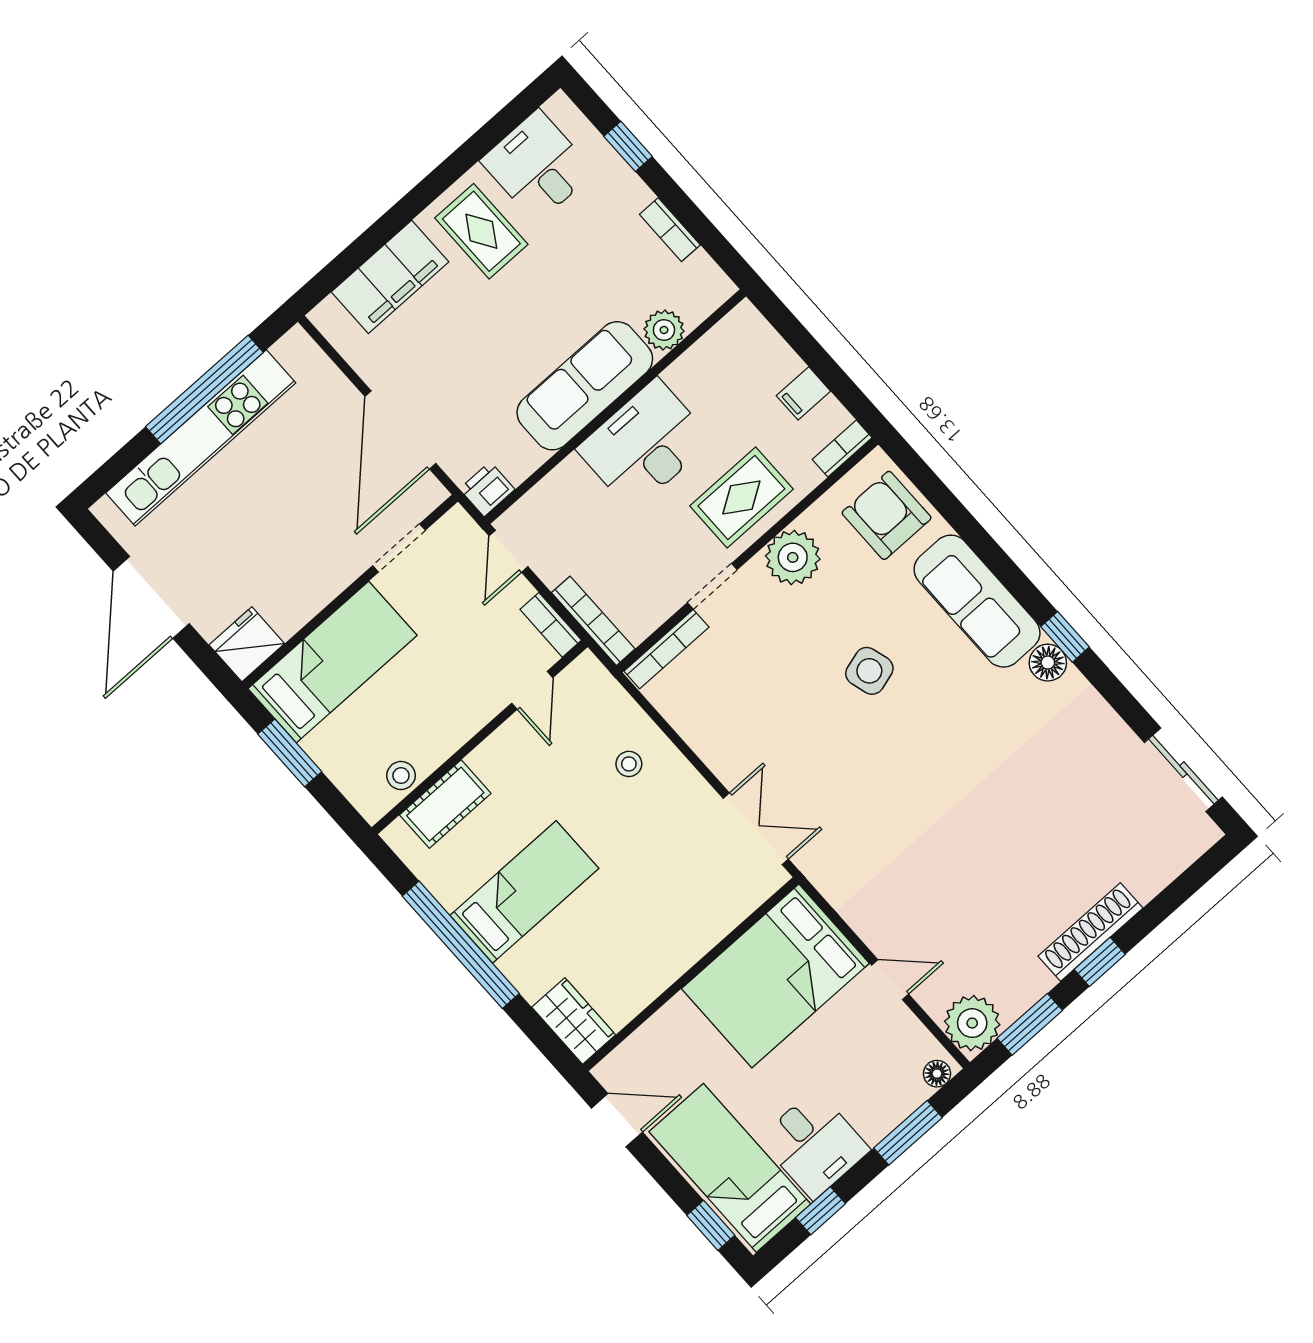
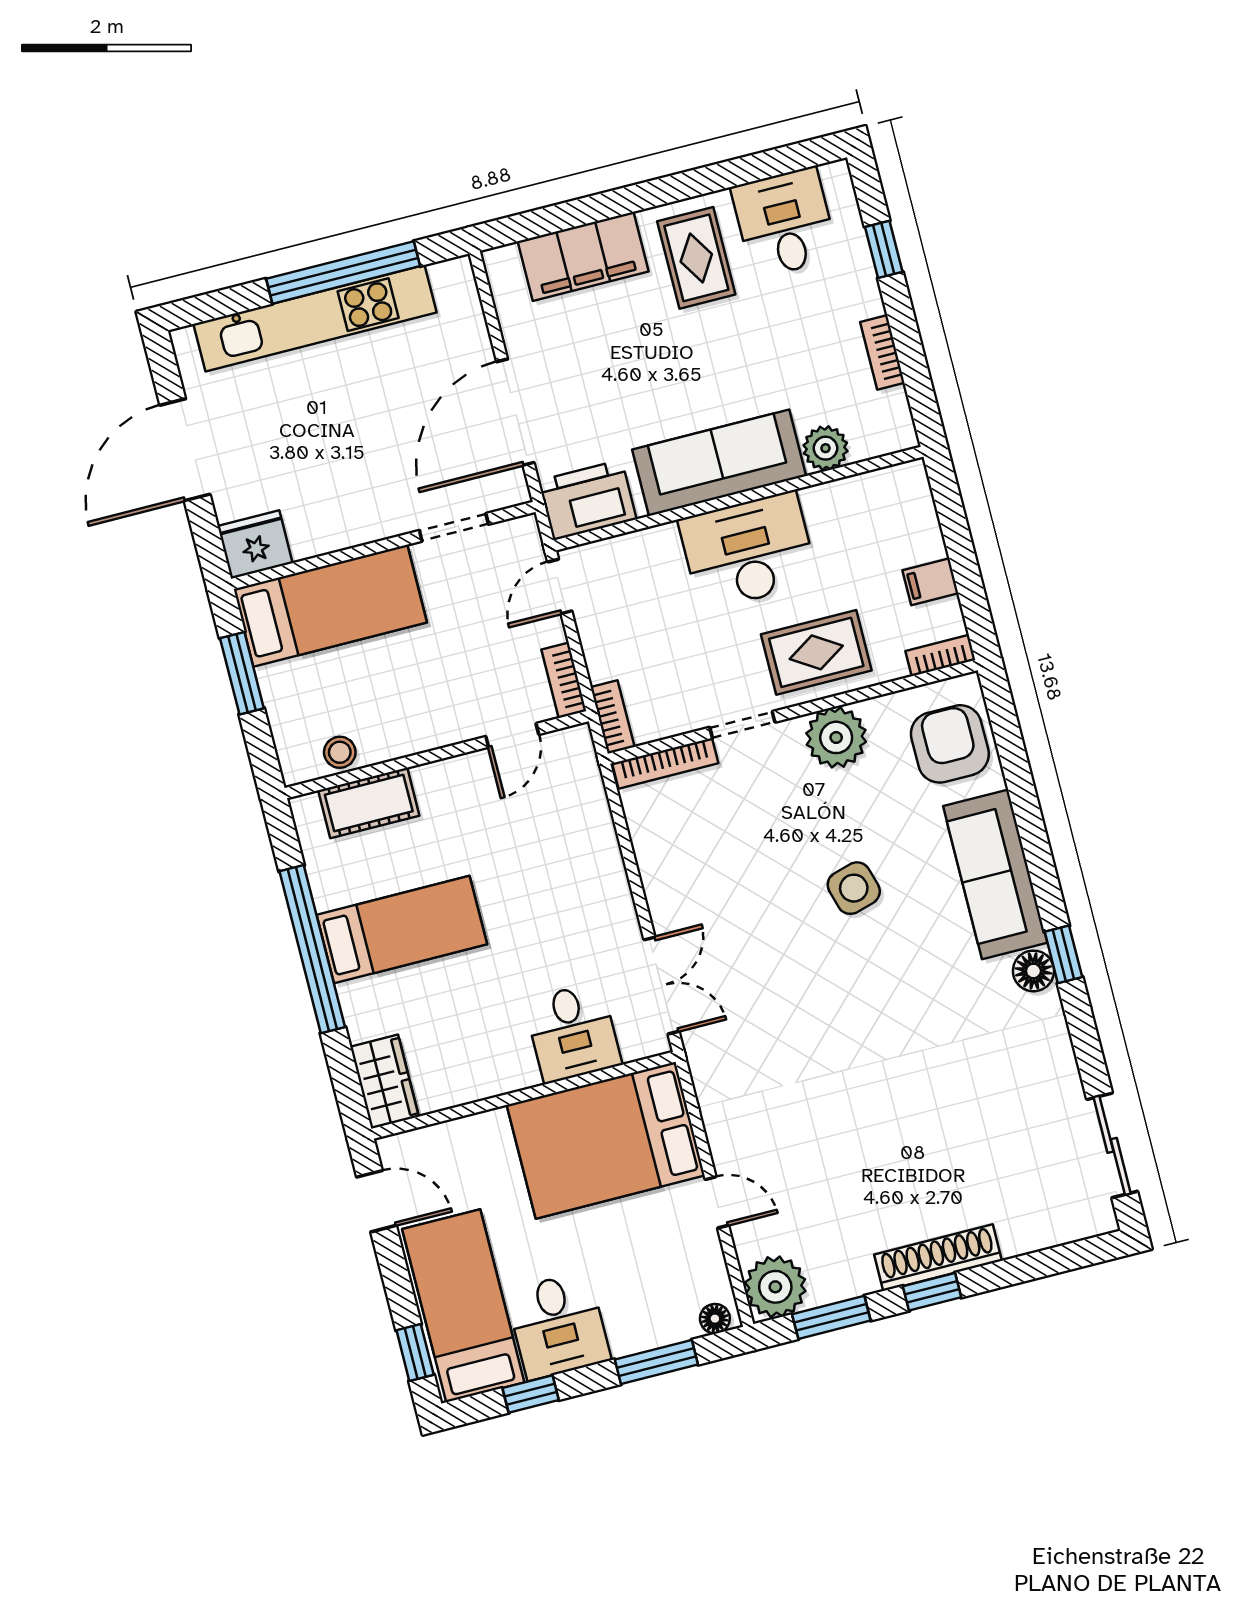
printer: (487, 489) -> (587, 500), width x1.87, depth x1.48
bookcase: (593, 621) -> (613, 717), width x0.64
stool: (629, 764) -> (570, 857), removed
desk: (704, 903) -> (573, 1032), added

